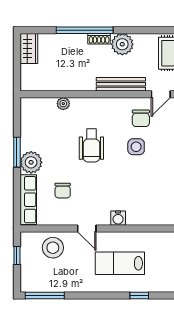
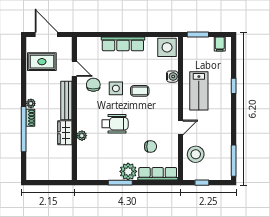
plant: (122, 44) -> (31, 103), width x0.53, depth x0.53
wardrobe: (29, 48) -> (65, 133), moved, turned -90
plant: (63, 104) -> (82, 136), moved
chair: (141, 118) -> (93, 85), turned -90
coffee table: (133, 177) -> (140, 91), added
water cooler: (118, 218) -> (172, 77), moved
lab bench: (120, 263) -> (199, 91), moved

